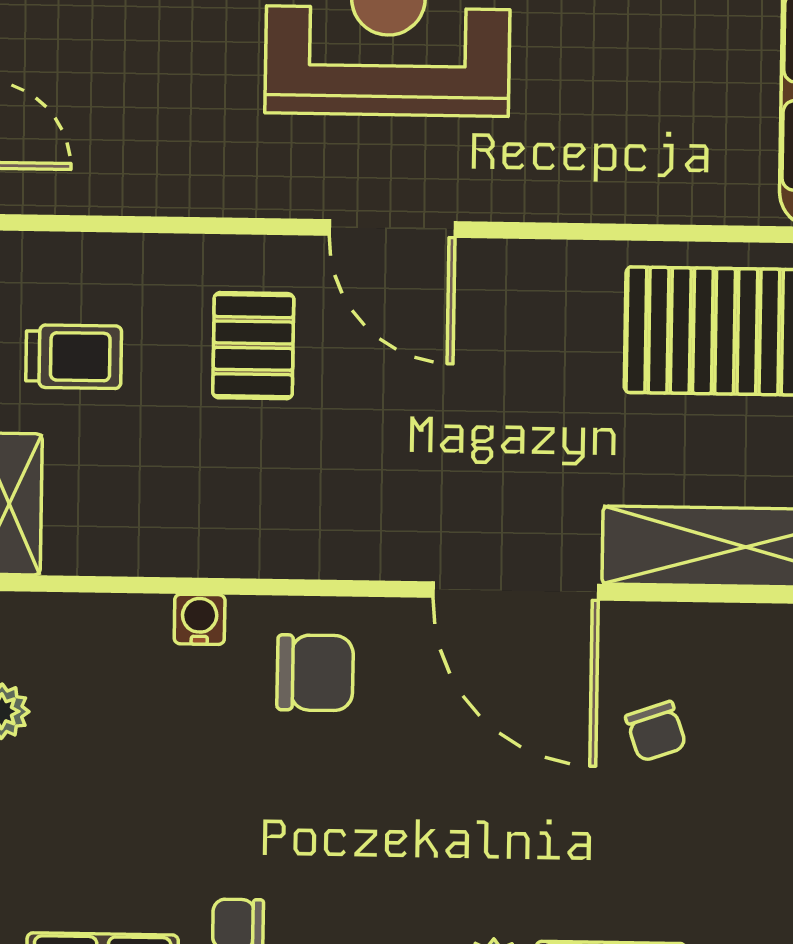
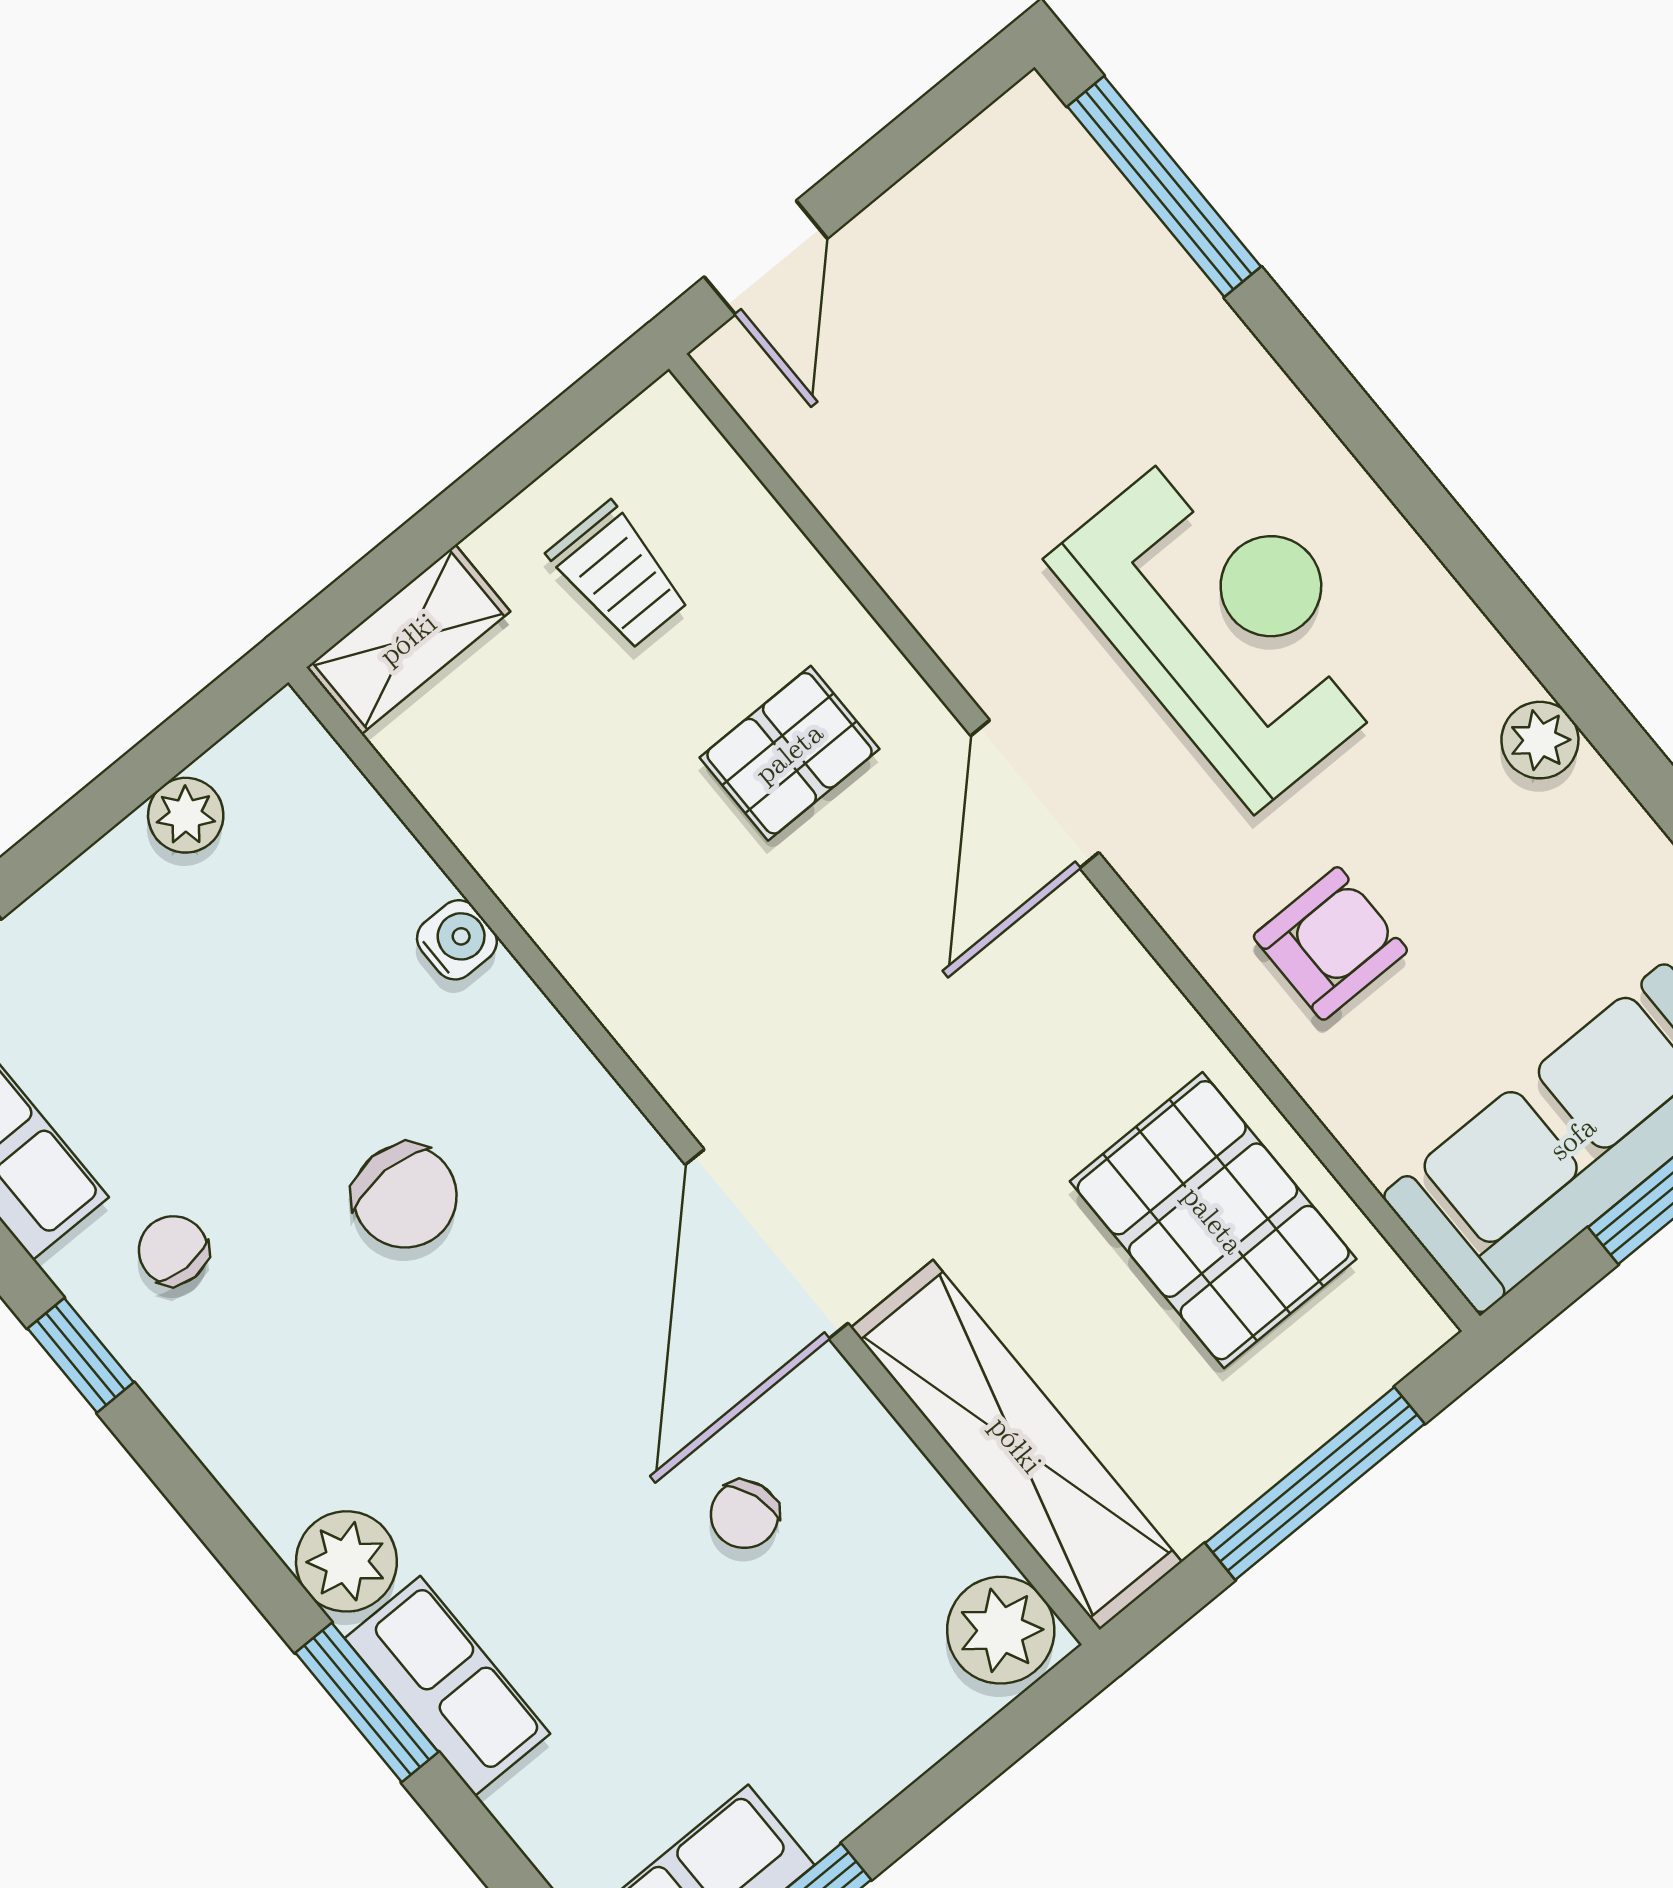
armchair: (615, 135) -> (1330, 943), added
chair: (315, 673) -> (405, 1196), moved

